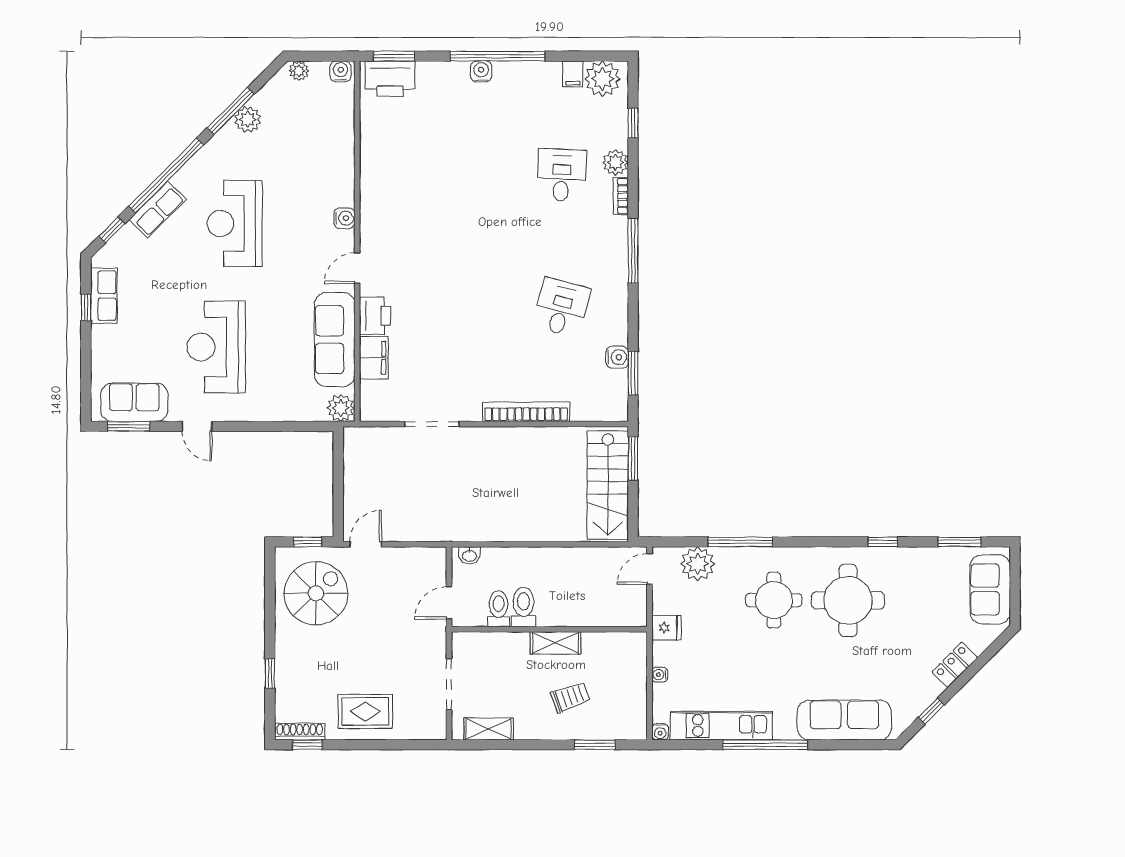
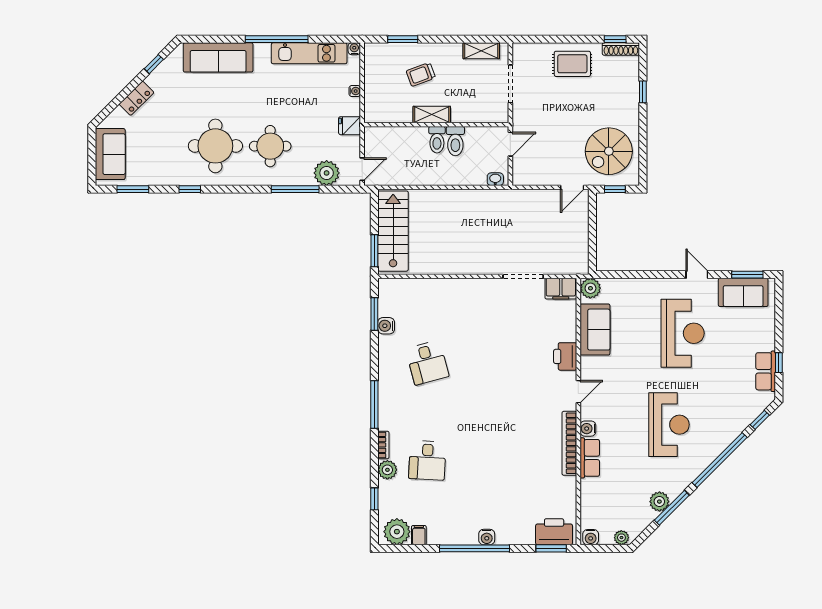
row of seats: (158, 209) -> (590, 458), moved, turned 135
desk: (561, 307) -> (427, 363), turned -30
sofa: (335, 340) -> (595, 330), width x0.73
filing cabinet: (374, 358) -> (561, 289), moved, turned -90
bookcase: (526, 412) -> (569, 443), moved, turned 90
toilet: (499, 609) -> (437, 140), moved

